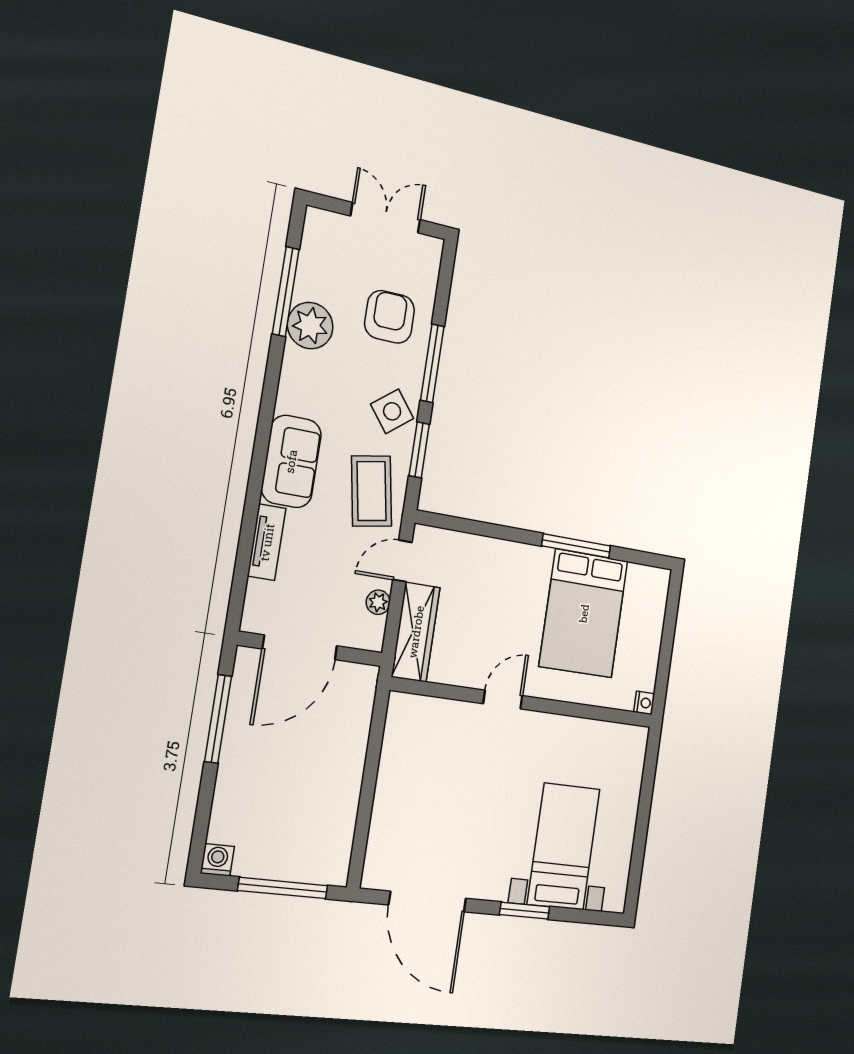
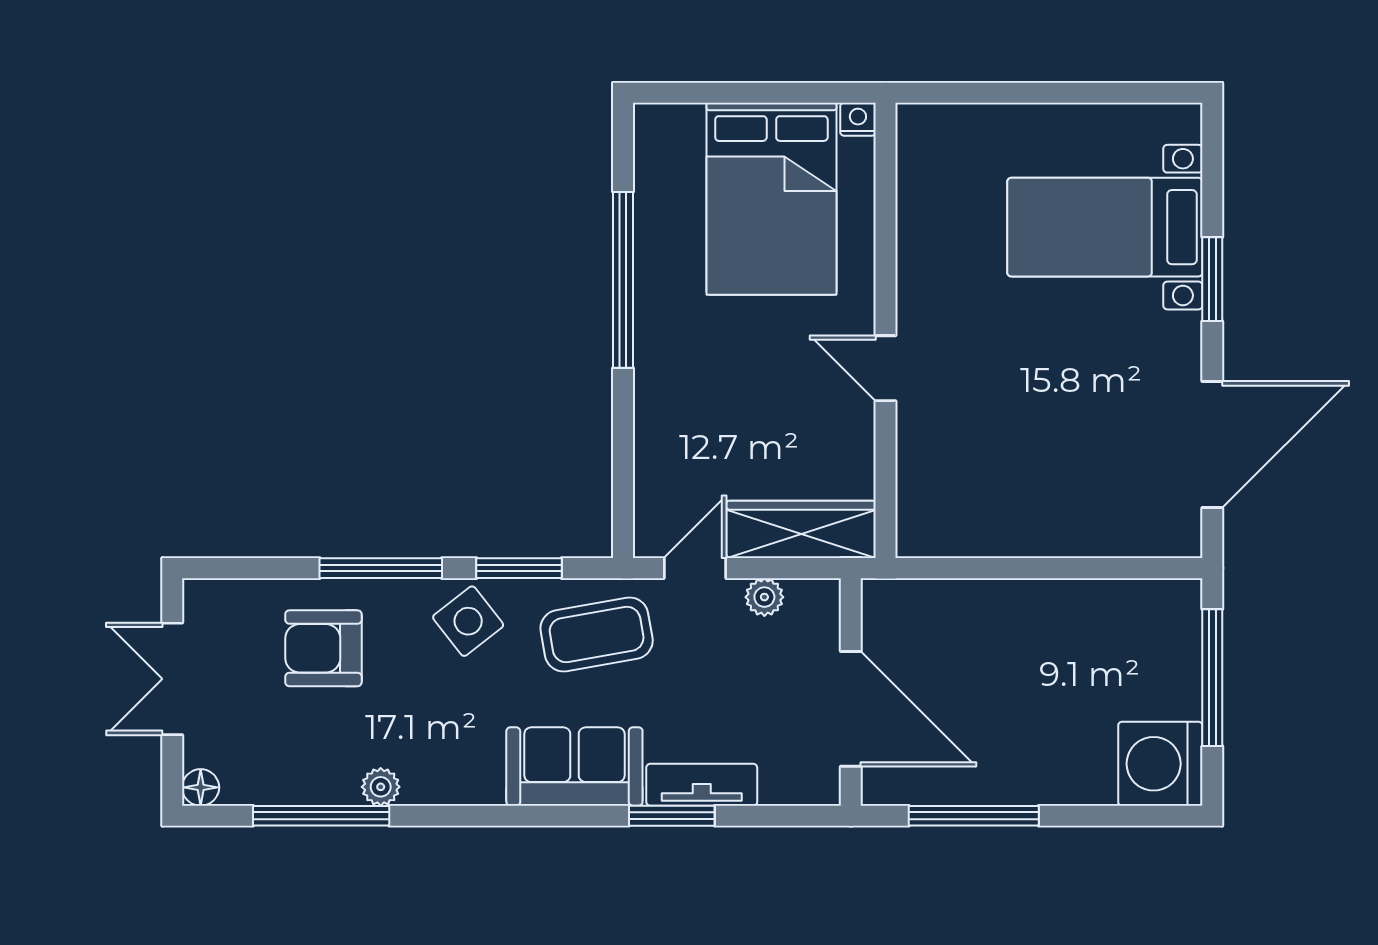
floor lamp: (316, 219) -> (201, 787), added
plant: (310, 326) -> (381, 787), width x0.53, depth x0.53
window: (250, 519) -> (672, 816), added
window: (576, 546) -> (623, 280), width x1.46
door: (402, 561) -> (695, 568), swing flipped
bed: (584, 613) -> (771, 199), moved, turned 90
washing machine: (217, 860) -> (1160, 764), width x1.89, depth x1.89

